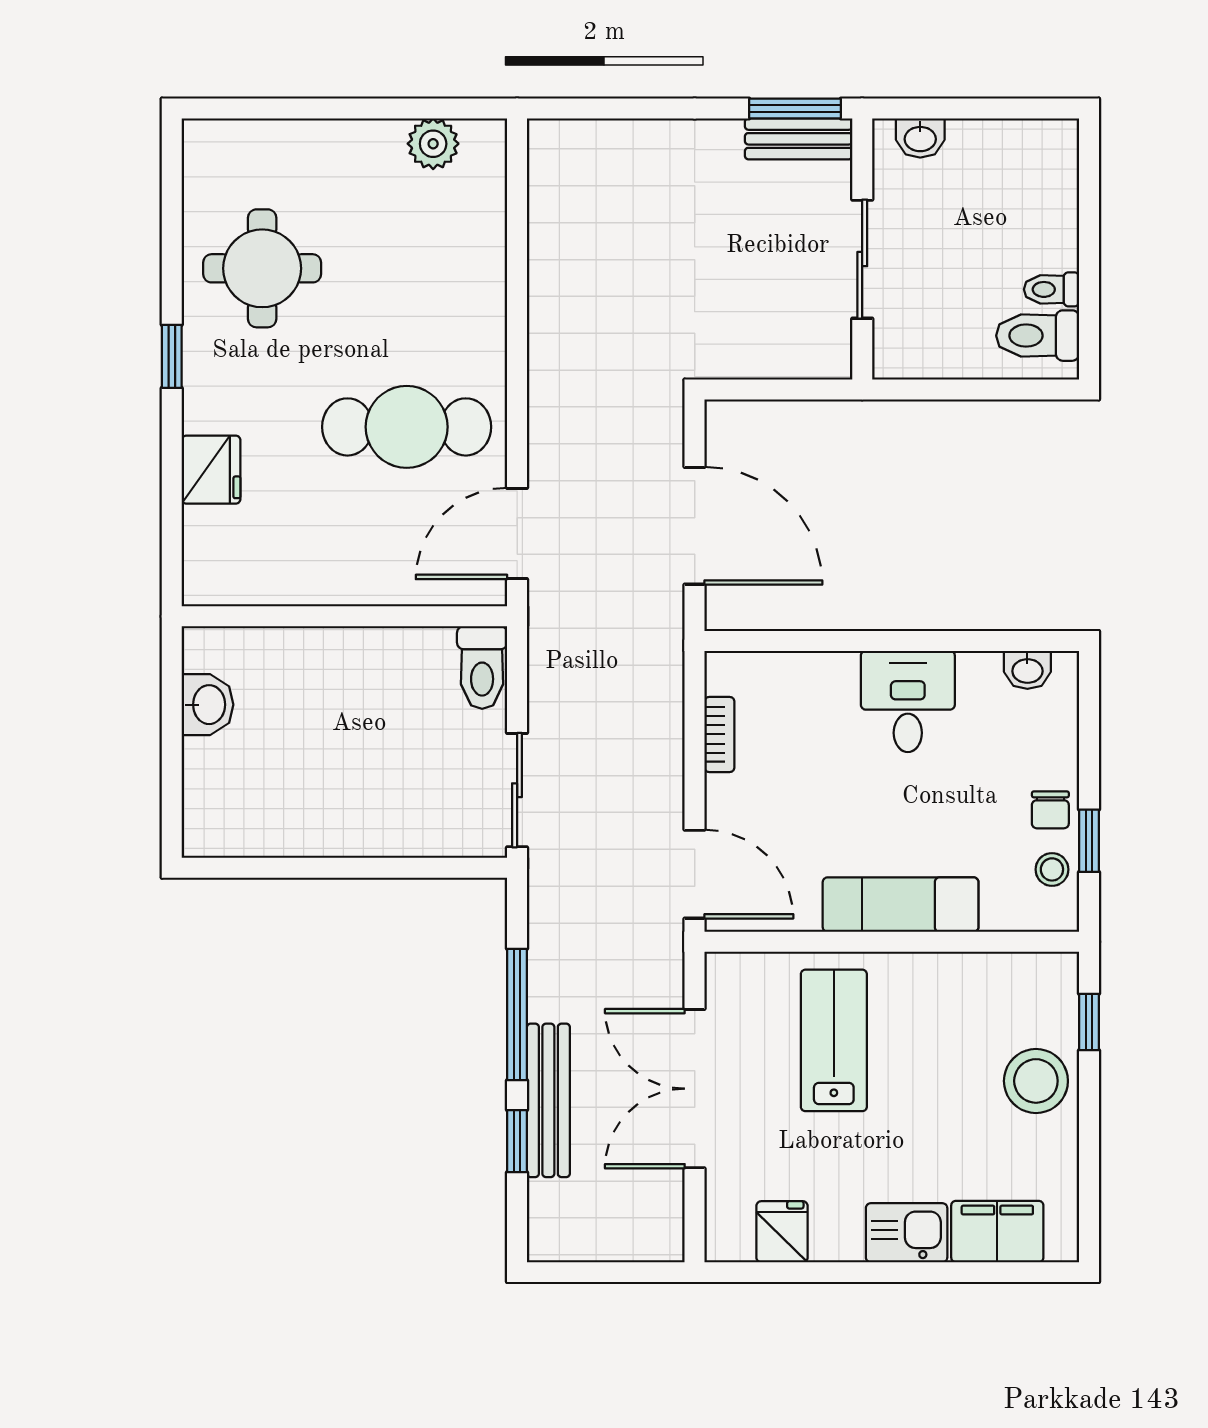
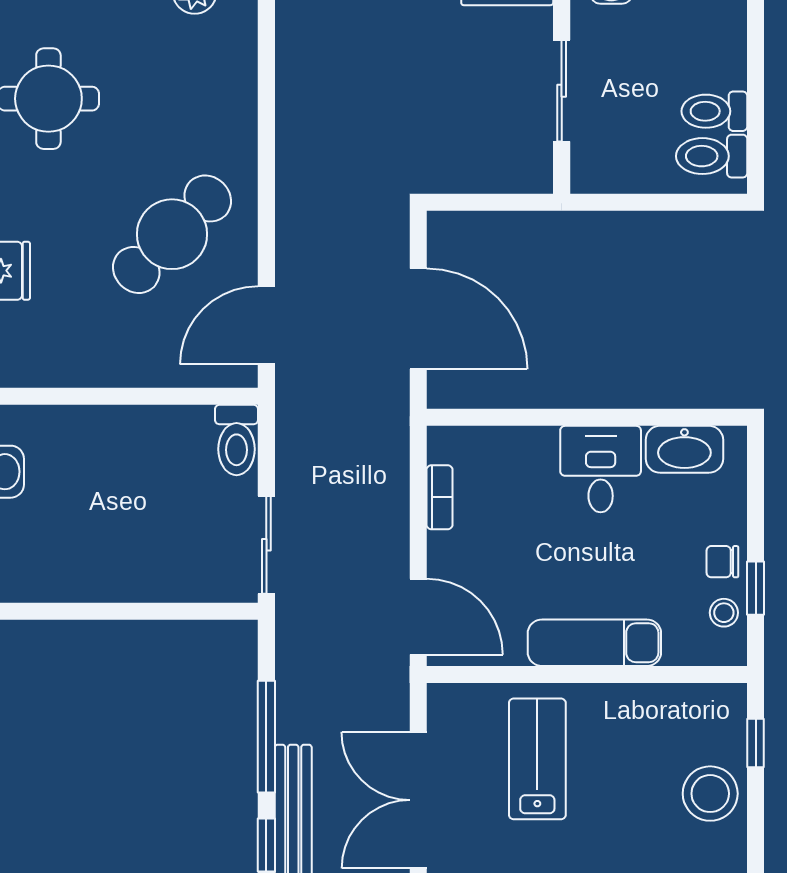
toilet: (1052, 289) -> (714, 111), width x1.37, depth x1.39
cafe table: (407, 427) -> (172, 234), turned -45
washbasin: (1027, 670) -> (684, 449), width x1.91, depth x1.45
chair: (1050, 810) -> (722, 562), turned 90

